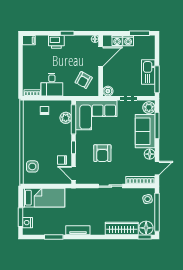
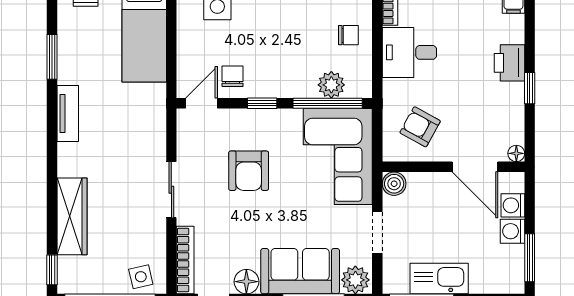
armchair: (102, 153) -> (249, 171), turned -90
floor lamp: (146, 228) -> (73, 273), removed

